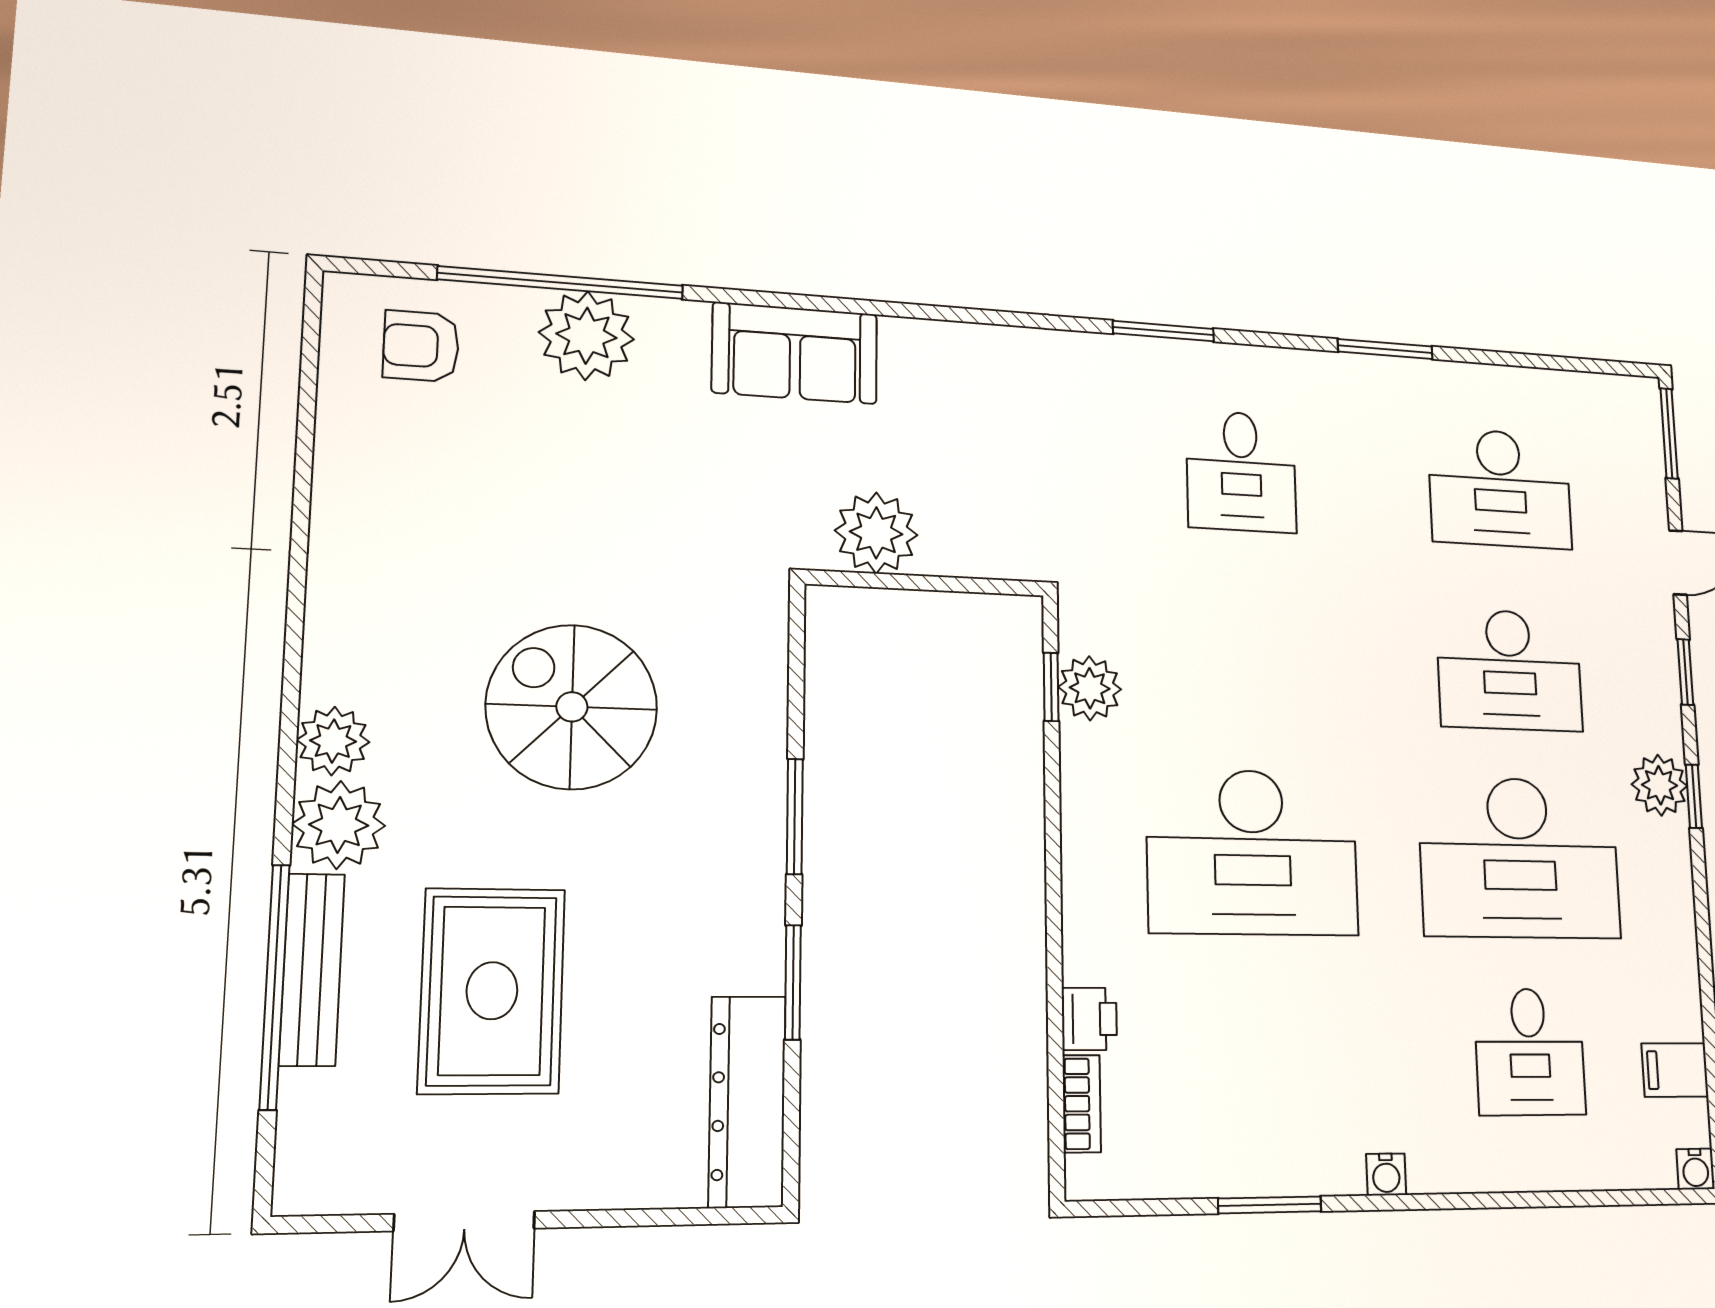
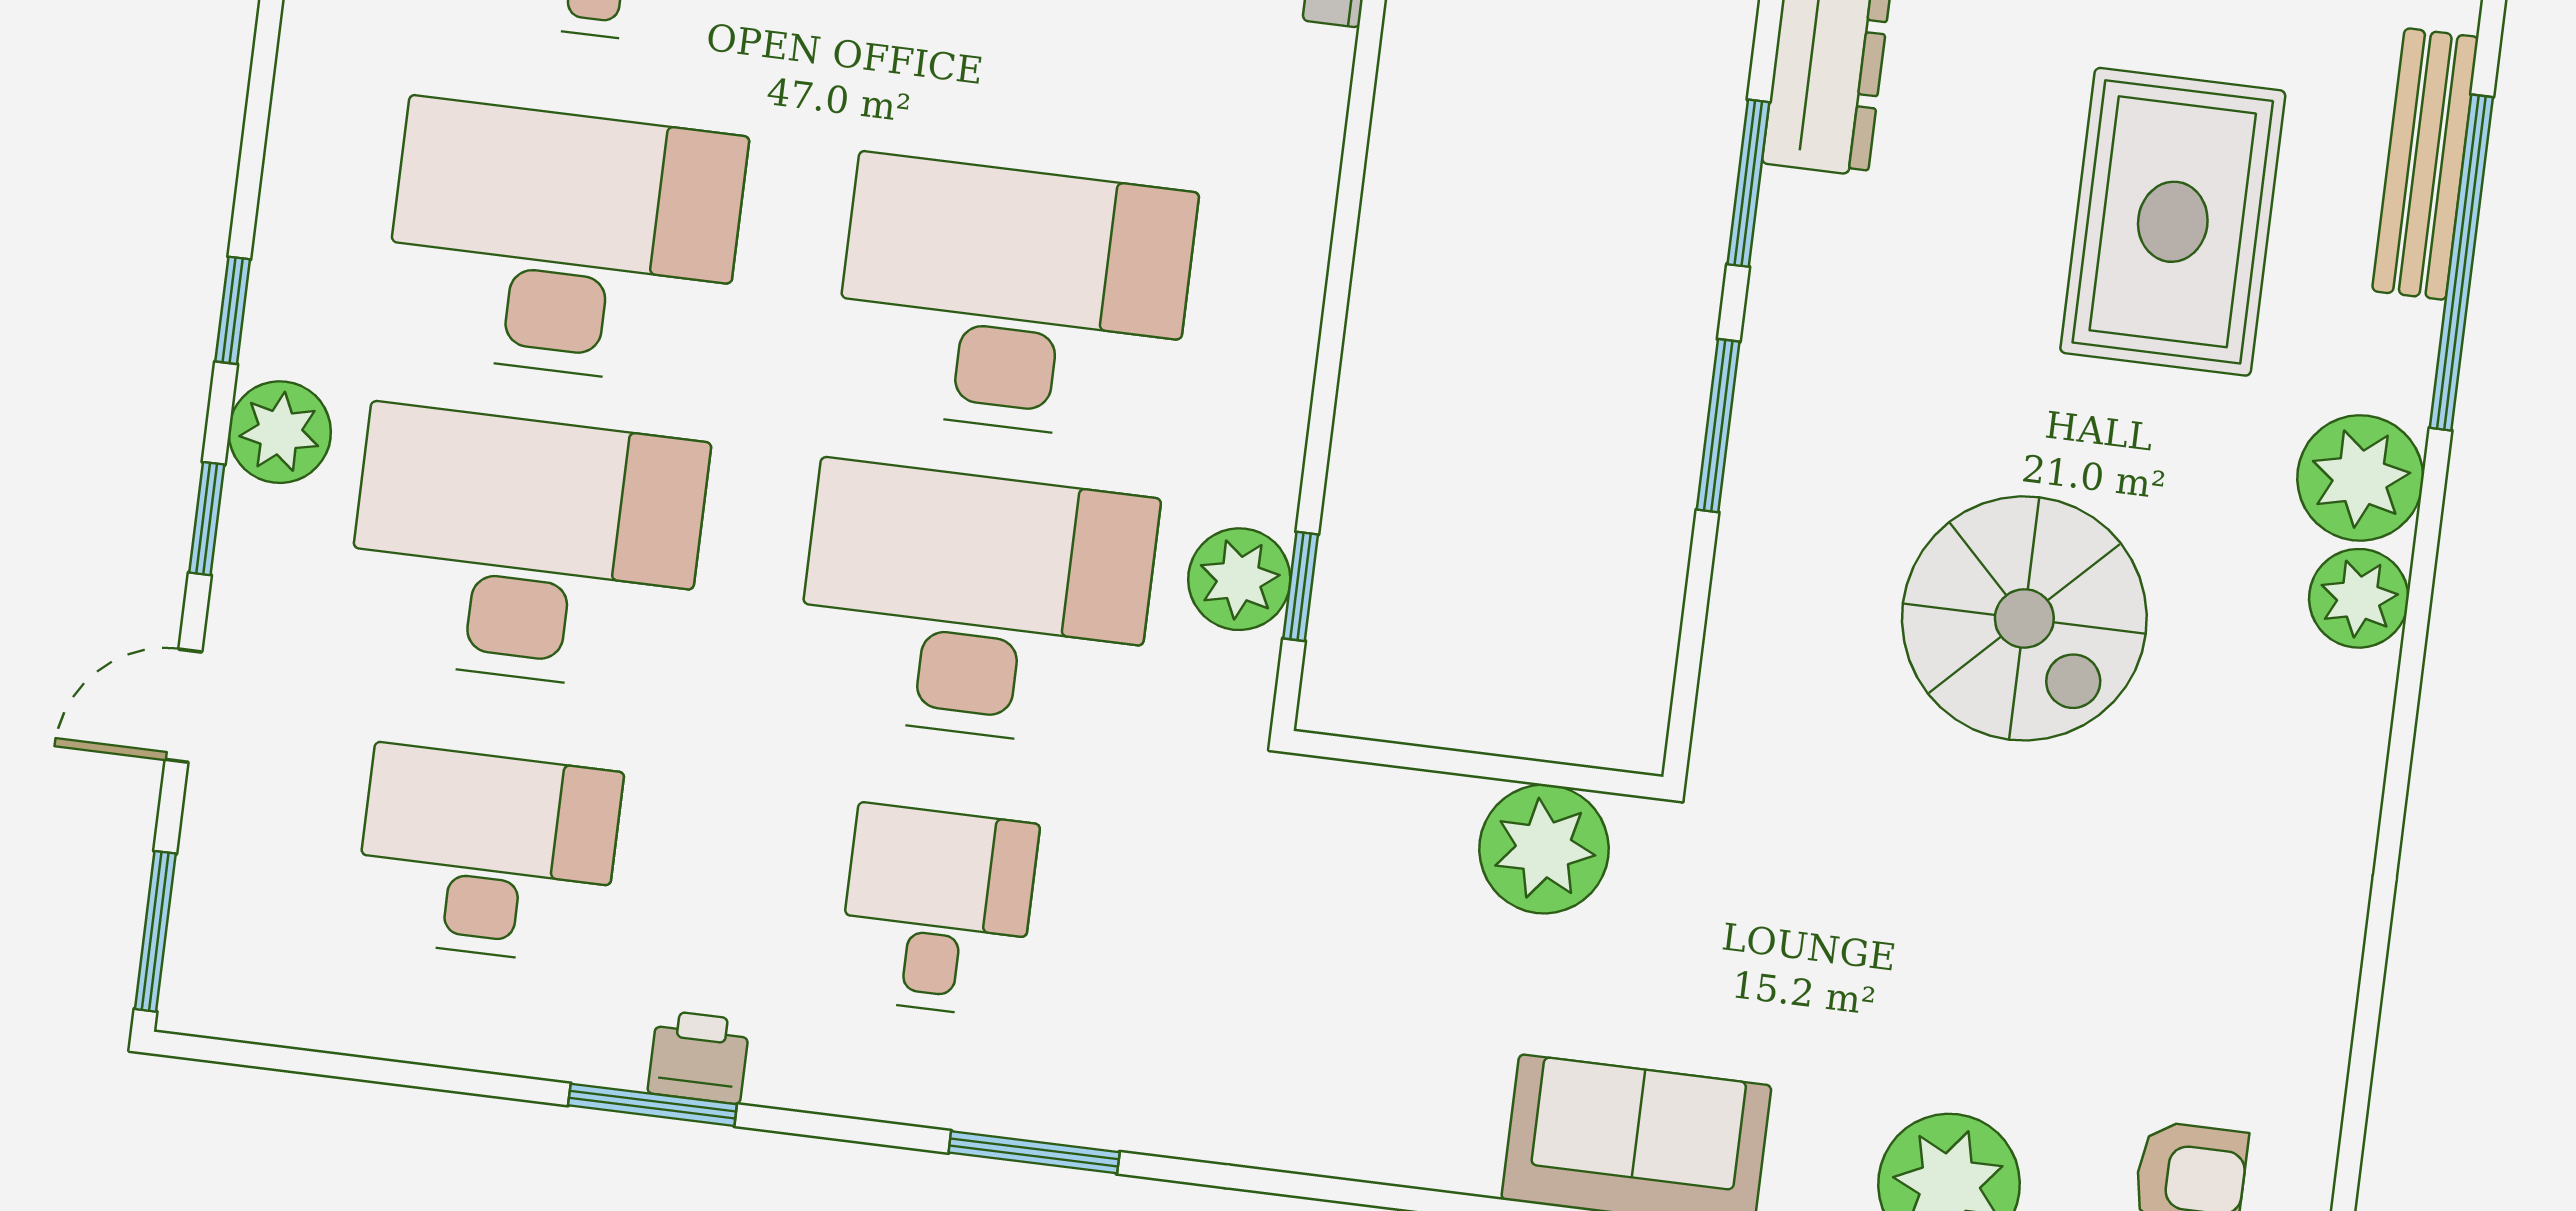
desk: (1247, 659) -> (976, 605), added
desk: (1510, 670) -> (526, 549), width x1.36, depth x1.30
plant: (1660, 785) -> (280, 432), moved
bench: (312, 969) -> (2425, 164), moved
printer: (1089, 1019) -> (699, 1057), moved, turned 90

